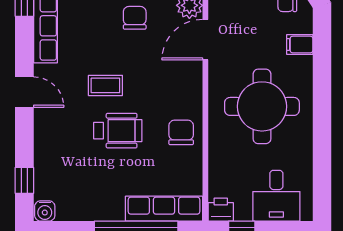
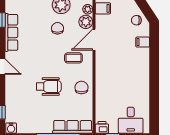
coffee table: (105, 85) -> (73, 58), moved
round table: (262, 106) -> (123, 74), removed

